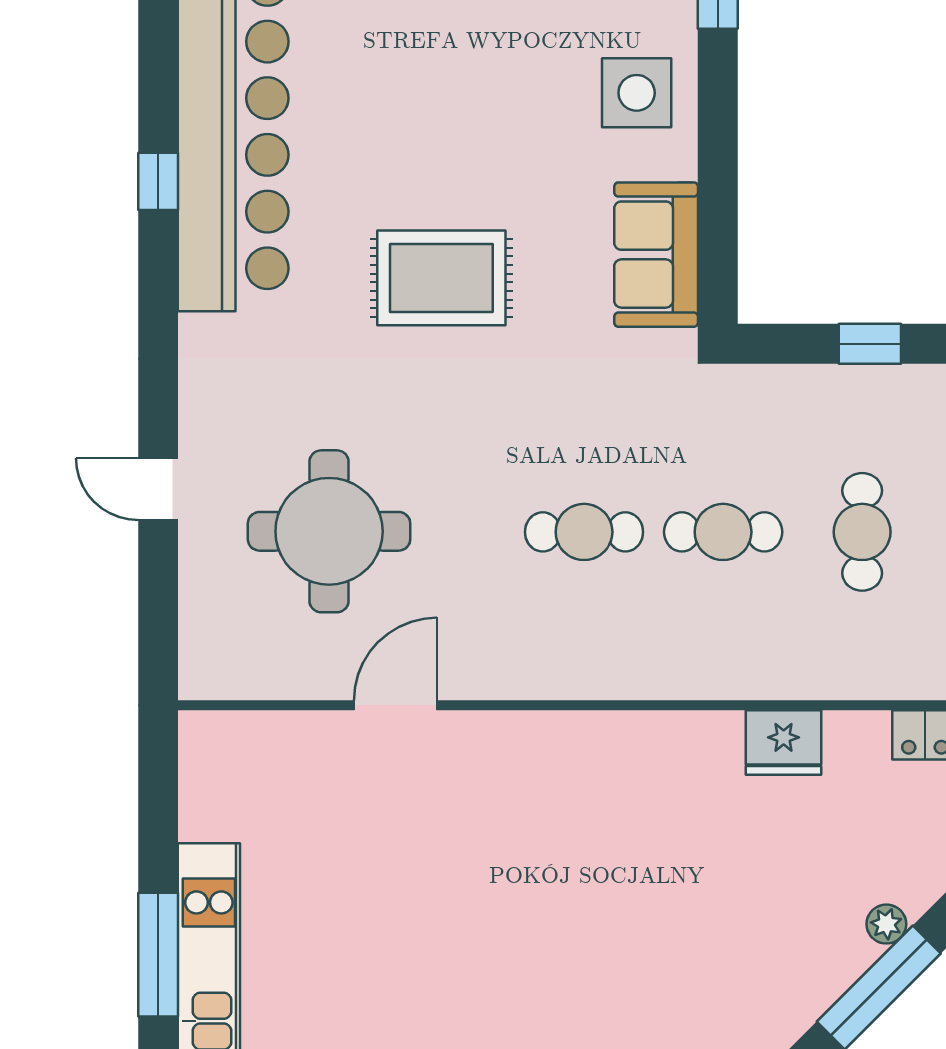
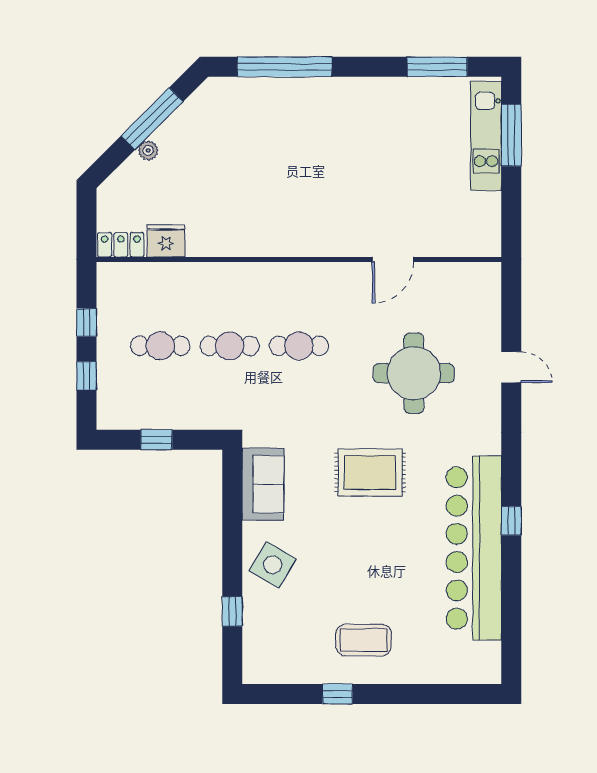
side table: (637, 93) -> (273, 565), turned 31
round table: (329, 531) -> (414, 373), moved
cafe table: (862, 532) -> (160, 346), turned 90
fridge: (784, 743) -> (166, 241), moved

